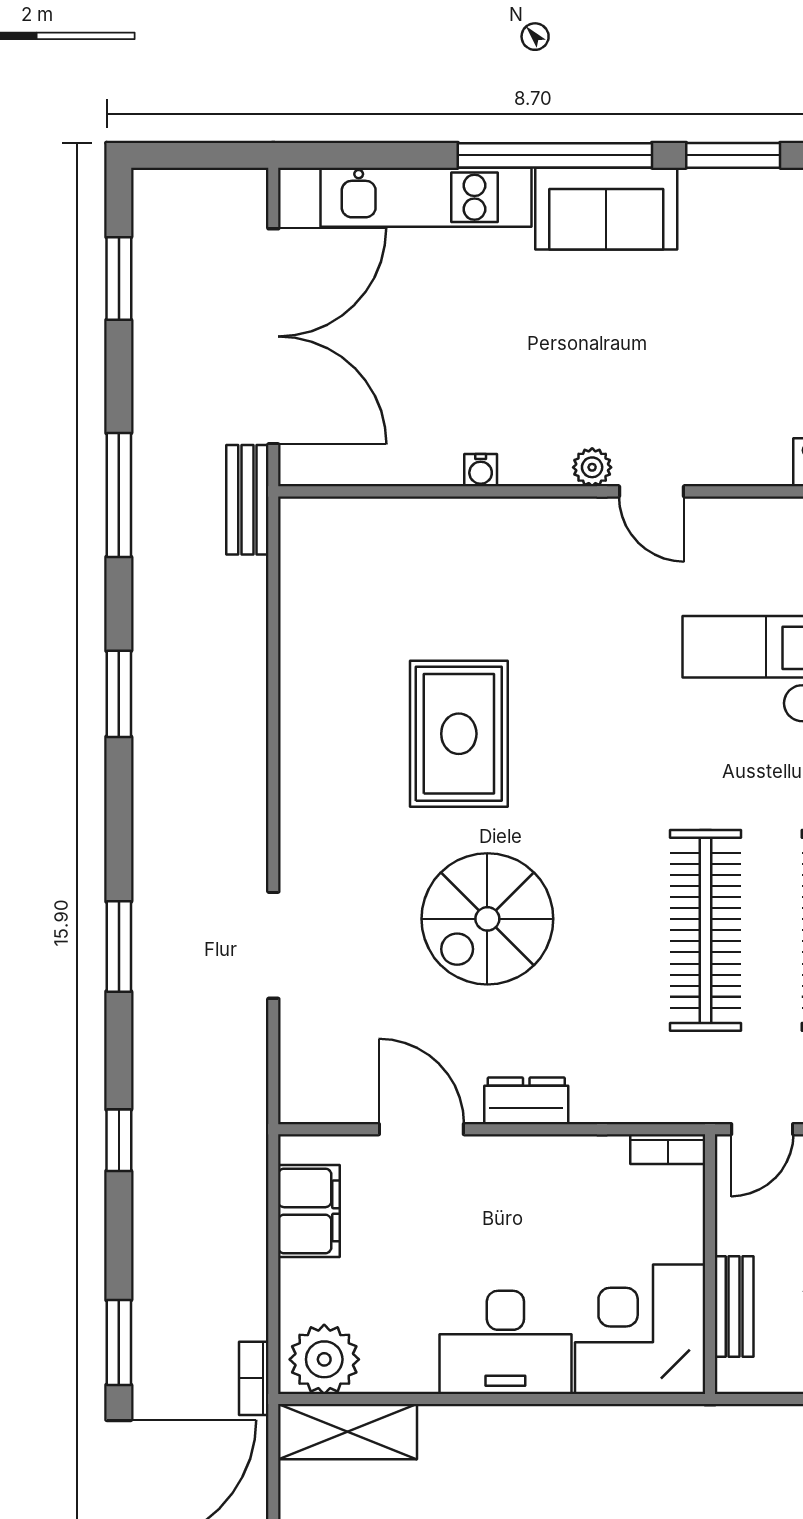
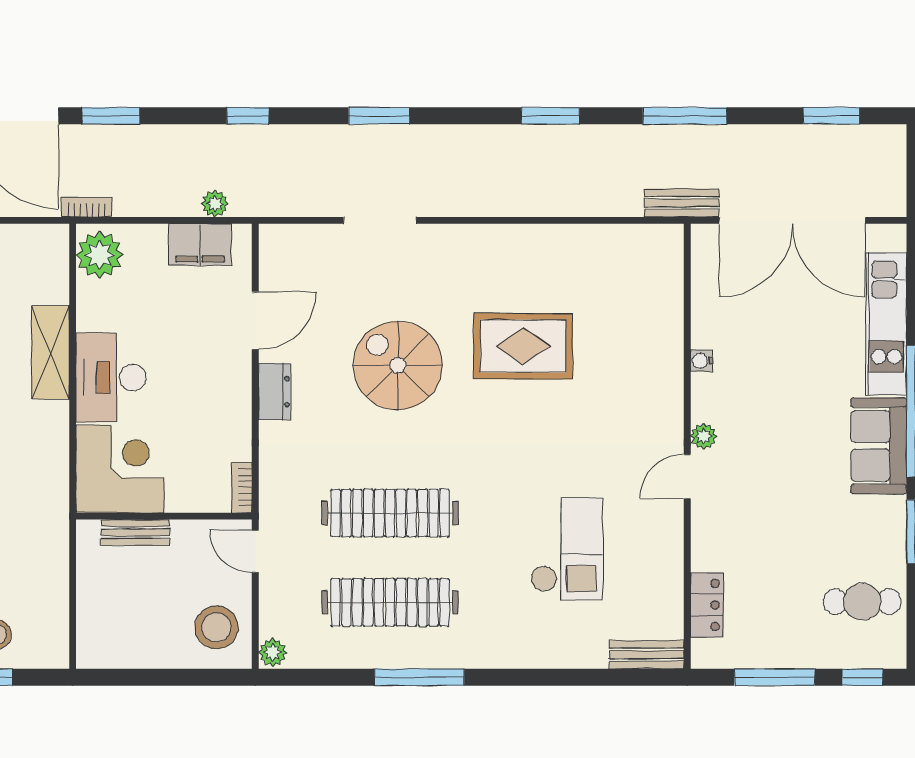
plant: (249, 1189) -> (215, 204), added
shelving: (348, 1432) -> (50, 352), moved

